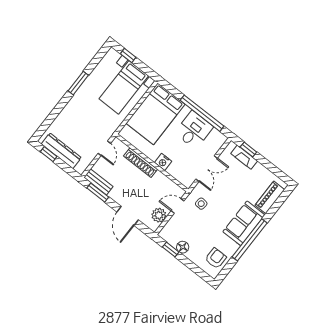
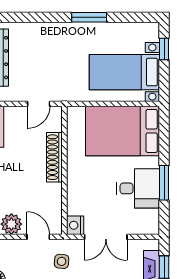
window: (202, 113) -> (164, 183), width x0.47
nightstand: (163, 162) -> (75, 225), moved

